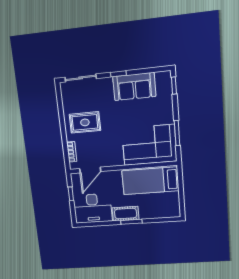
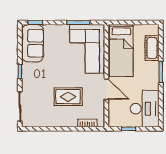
sofa: (134, 87) -> (33, 43), moved
rug: (85, 122) -> (68, 97), moved, turned 90
door: (90, 170) -> (106, 89), moved
cot: (126, 214) -> (152, 48), moved

